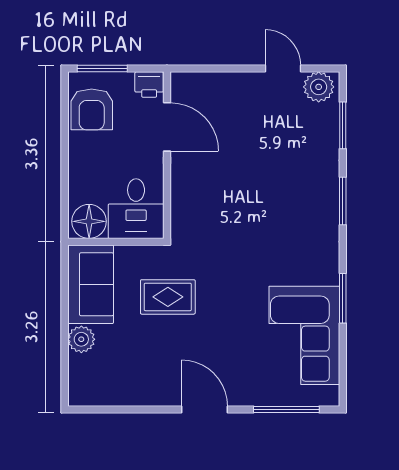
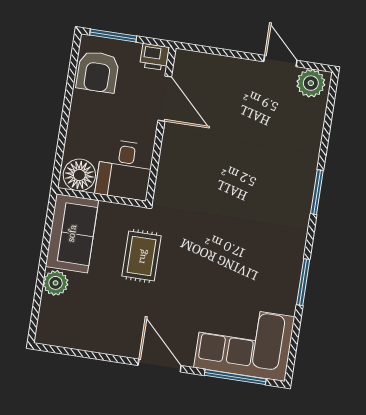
window: (343, 125) -> (328, 122), removed
rug: (168, 297) -> (142, 256), turned 90
corner sofa: (304, 335) -> (244, 342), moved, turned 90

